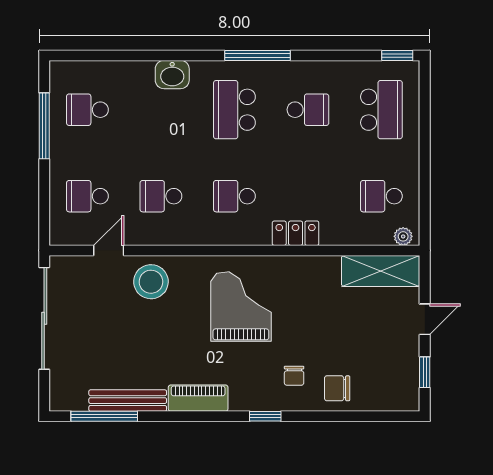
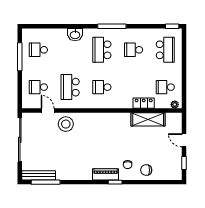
school desk: (308, 110) -> (134, 50), turned 180
school desk: (161, 196) -> (70, 87), width x1.85
locker: (296, 233) -> (144, 103), moved
door: (109, 250) -> (48, 111), hinge flipped
shelving: (381, 271) -> (148, 119), moved
grand piano: (241, 306) -> (105, 135), removed
door: (425, 319) -> (184, 140), swing flipped
piano: (198, 398) -> (106, 174), moved
bench: (128, 401) -> (39, 175), moved

